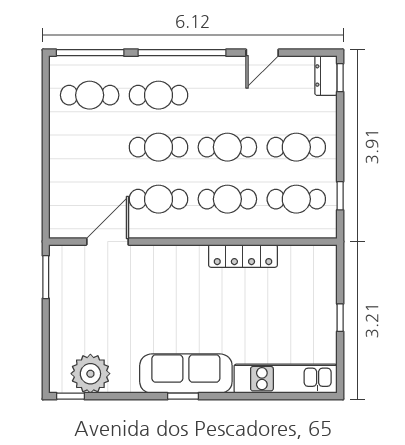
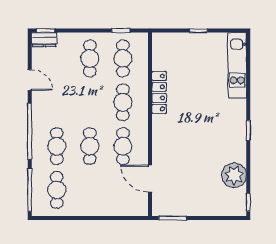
cafe table: (227, 147) -> (90, 102), removed
plant: (90, 374) -> (234, 175), moved
sofa: (186, 374) -> (234, 129), removed

